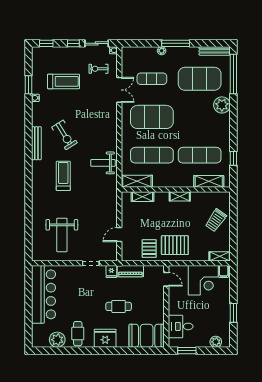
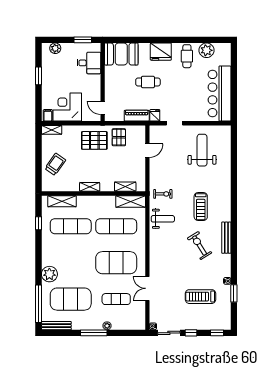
exercise bike: (98, 69) -> (163, 194), moved

